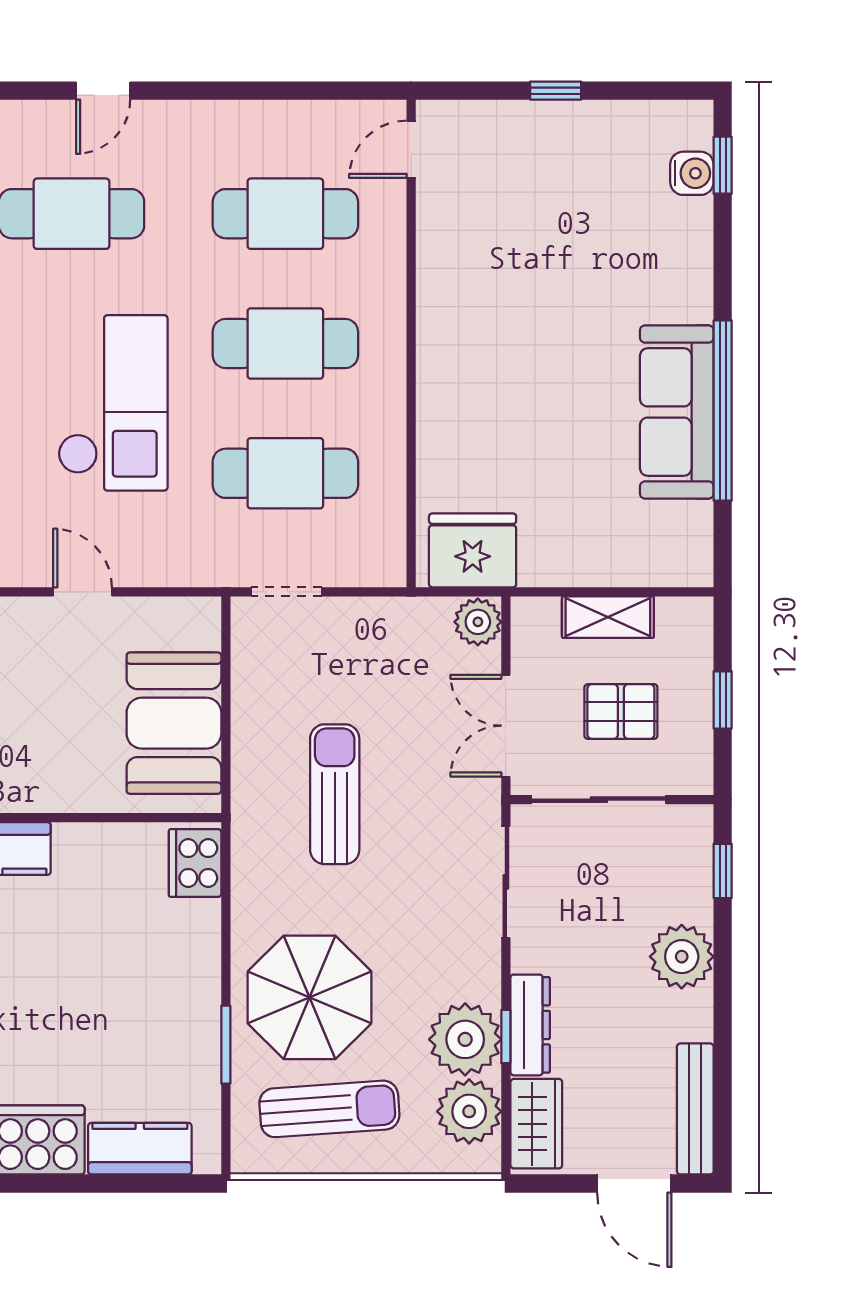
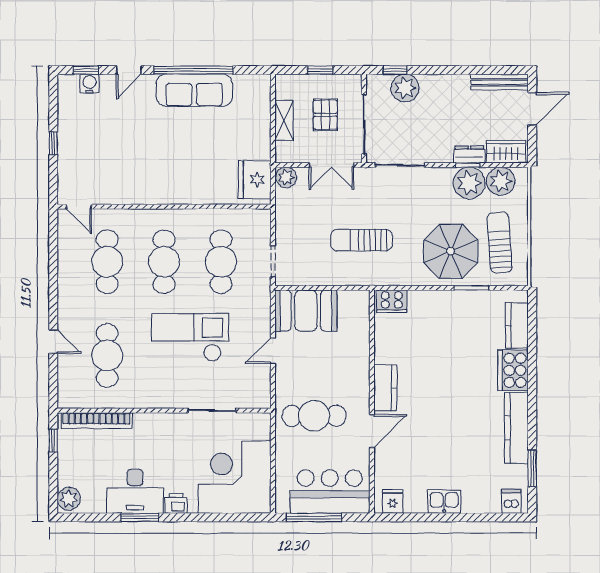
door: (723, 263) -> (129, 70), added
booth: (174, 723) -> (306, 311), moved
plant: (682, 957) -> (405, 88), moved
dresser: (530, 1025) -> (469, 155), width x0.70

